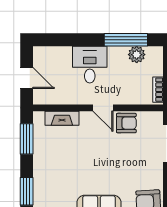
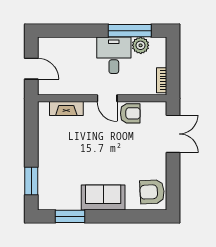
desk: (90, 65) -> (114, 55), moved
window: (27, 139) -> (31, 129), removed

